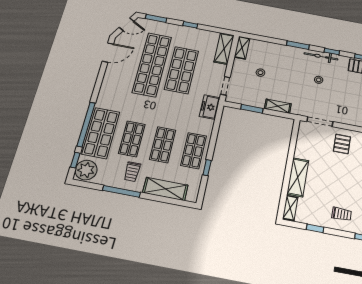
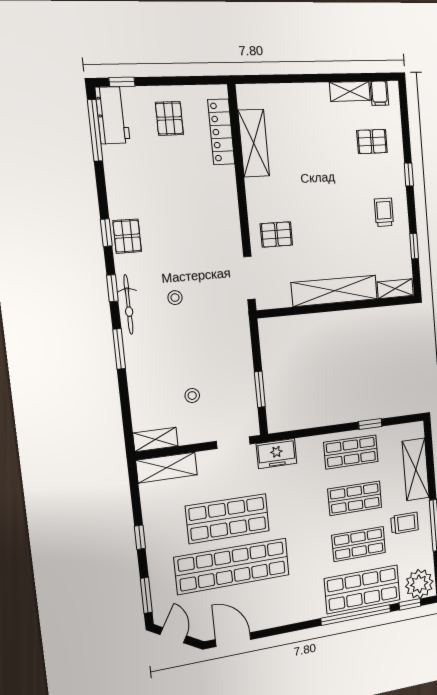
shelving: (278, 106) -> (243, 351), removed
shelving: (298, 177) -> (335, 291), width x1.47

